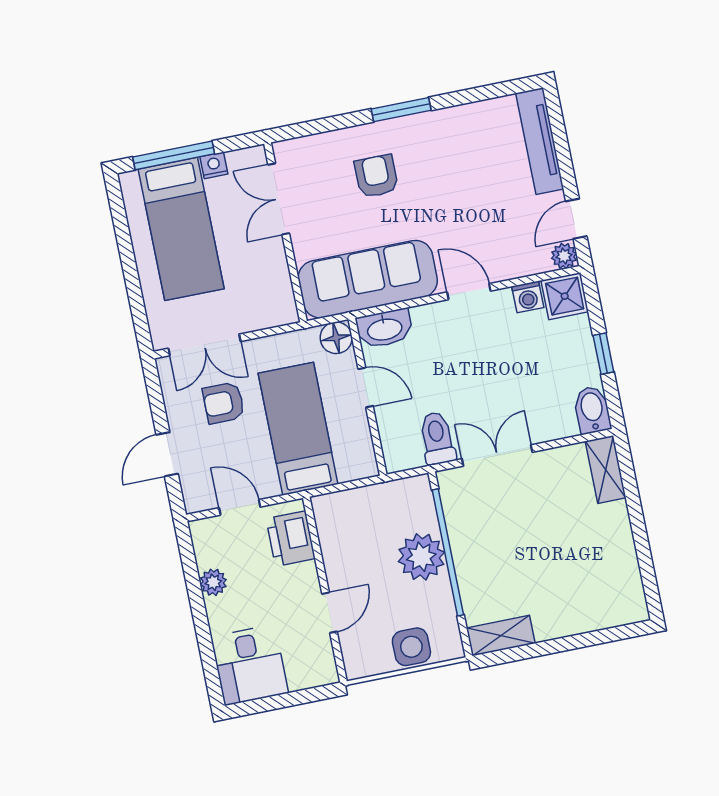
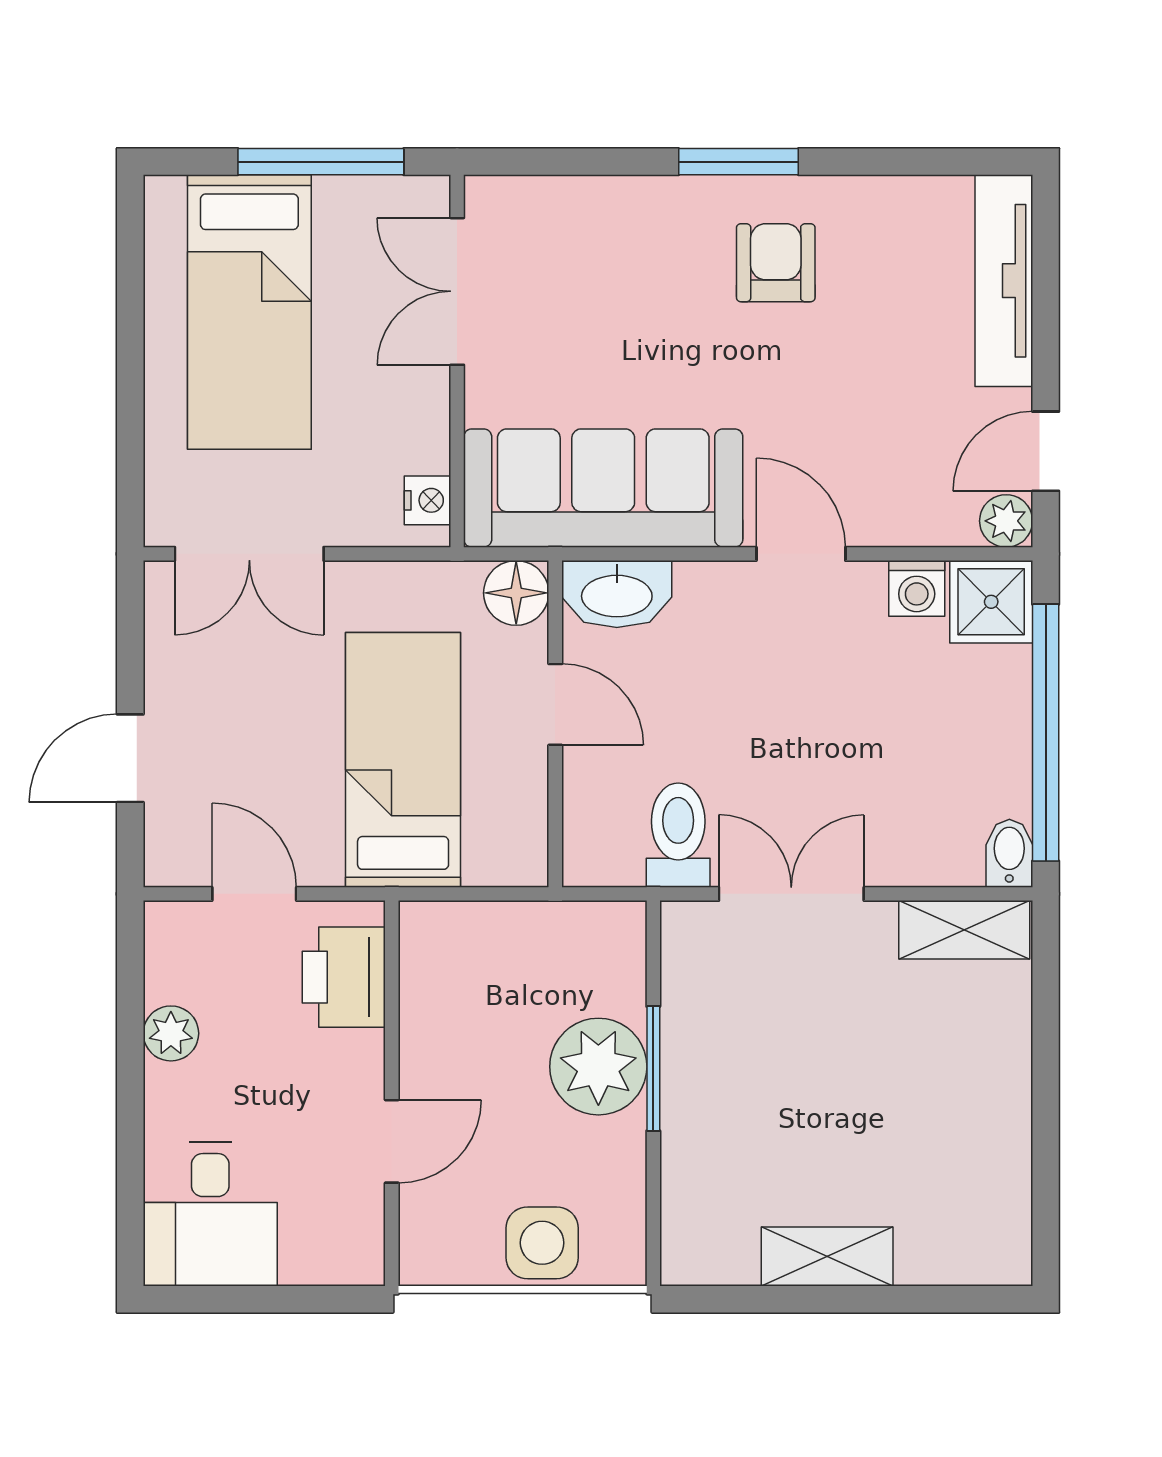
window: (174, 155) -> (321, 162), moved
nightstand: (214, 165) -> (428, 500), moved, turned 90
armchair: (376, 176) -> (776, 263), moved
window: (603, 354) -> (1046, 733), width x3.17
armchair: (224, 403) -> (264, 678), removed
bidet: (592, 410) -> (1009, 853), width x0.72, depth x0.74
shelving: (606, 469) -> (964, 930), moved, turned 90
window: (448, 552) -> (653, 1069), width x0.47
shelving: (501, 636) -> (827, 1257), moved

